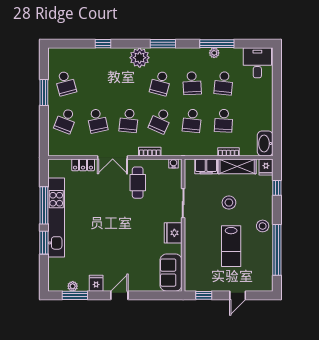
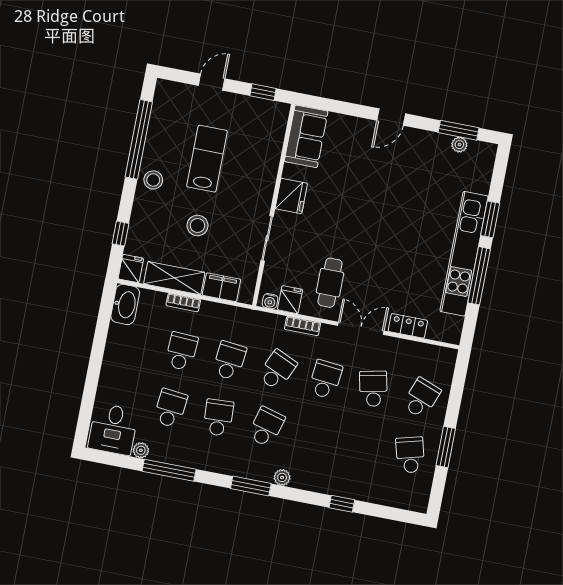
plant: (214, 53) -> (141, 450), moved
plant: (140, 58) -> (282, 477), width x0.53, depth x0.53
fridge: (96, 283) -> (290, 300), moved, turned 180

